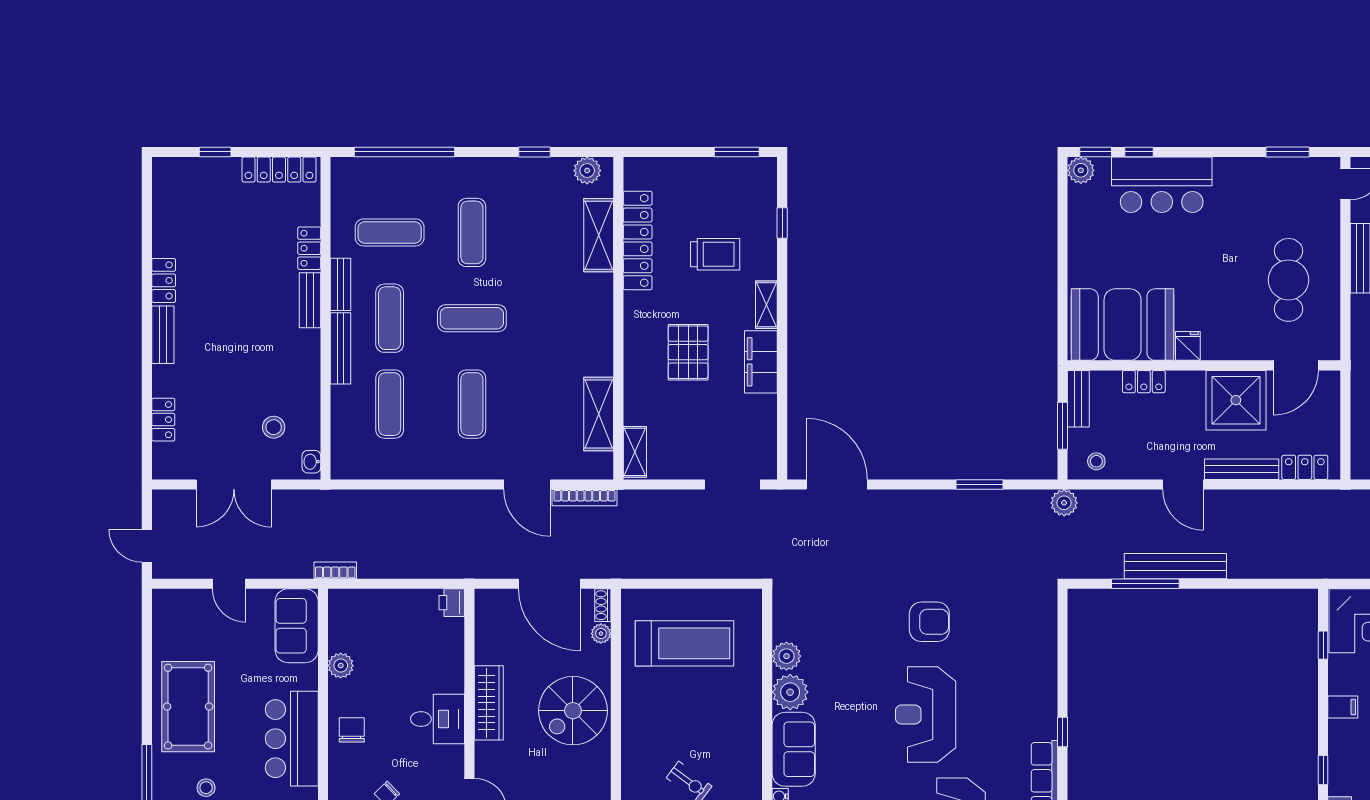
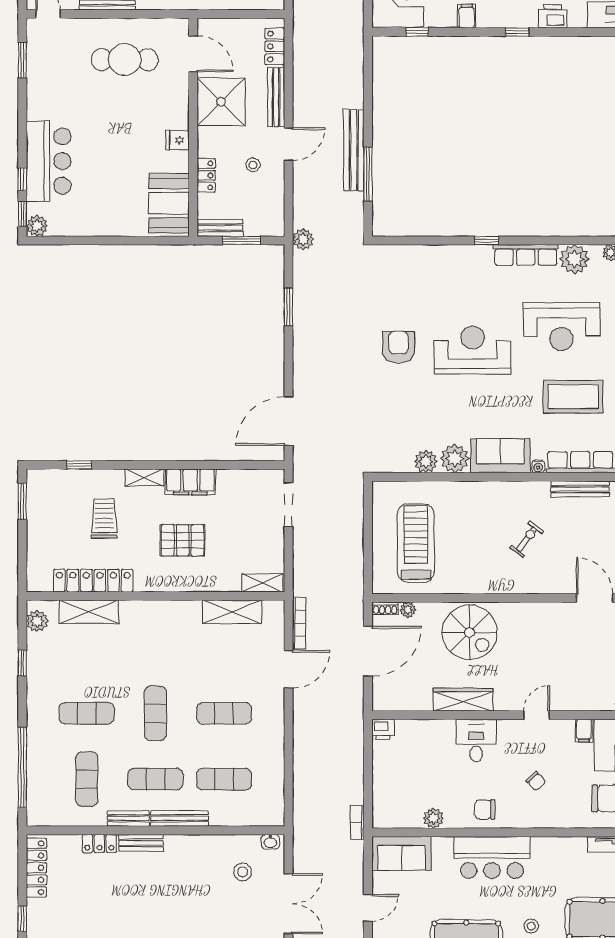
booth: (1123, 325) -> (169, 203), width x0.73, depth x0.70
stool: (1096, 461) -> (253, 165), moved
reception desk: (926, 714) -> (473, 350), turned 180

